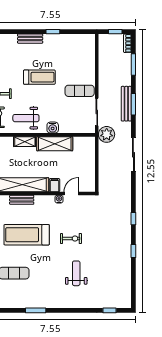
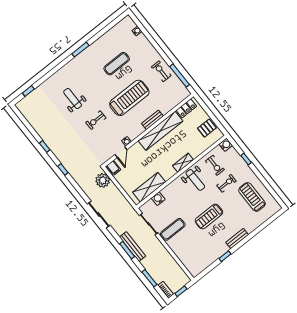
weight bench: (26, 118) -> (195, 180), turned 90
water cooler: (53, 128) -> (158, 199), moved
plant: (107, 134) -> (103, 180), moved
shelving: (55, 144) -> (149, 187), moved
filing cabinet: (54, 185) -> (113, 168), moved
weight bench: (76, 273) -> (73, 99), turned 180

